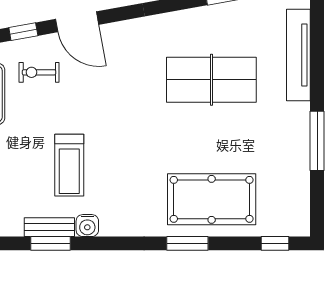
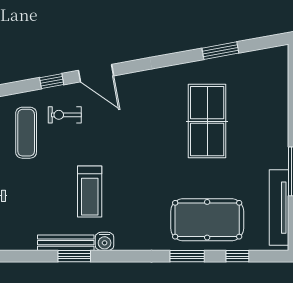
tv unit: (298, 55) -> (279, 208), moved
table tennis table: (211, 80) -> (207, 121), turned 90
bench: (49, 227) -> (66, 243), width x1.36
window: (275, 243) -> (237, 256), moved

